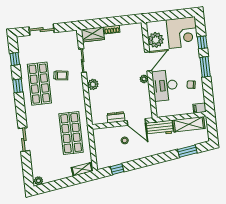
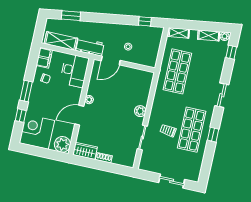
wardrobe: (93, 34) -> (85, 151), moved
plant: (156, 40) -> (62, 144), moved
window: (15, 59) -> (231, 52), moved
desk: (165, 85) -> (74, 71), moved
filing cabinet: (199, 108) -> (44, 58), width x2.00
dresser: (116, 117) -> (129, 72), removed
door: (136, 122) -> (111, 61), swing flipped
sliding door: (24, 140) -> (222, 95), moved
shelving: (53, 176) -> (209, 35), added

